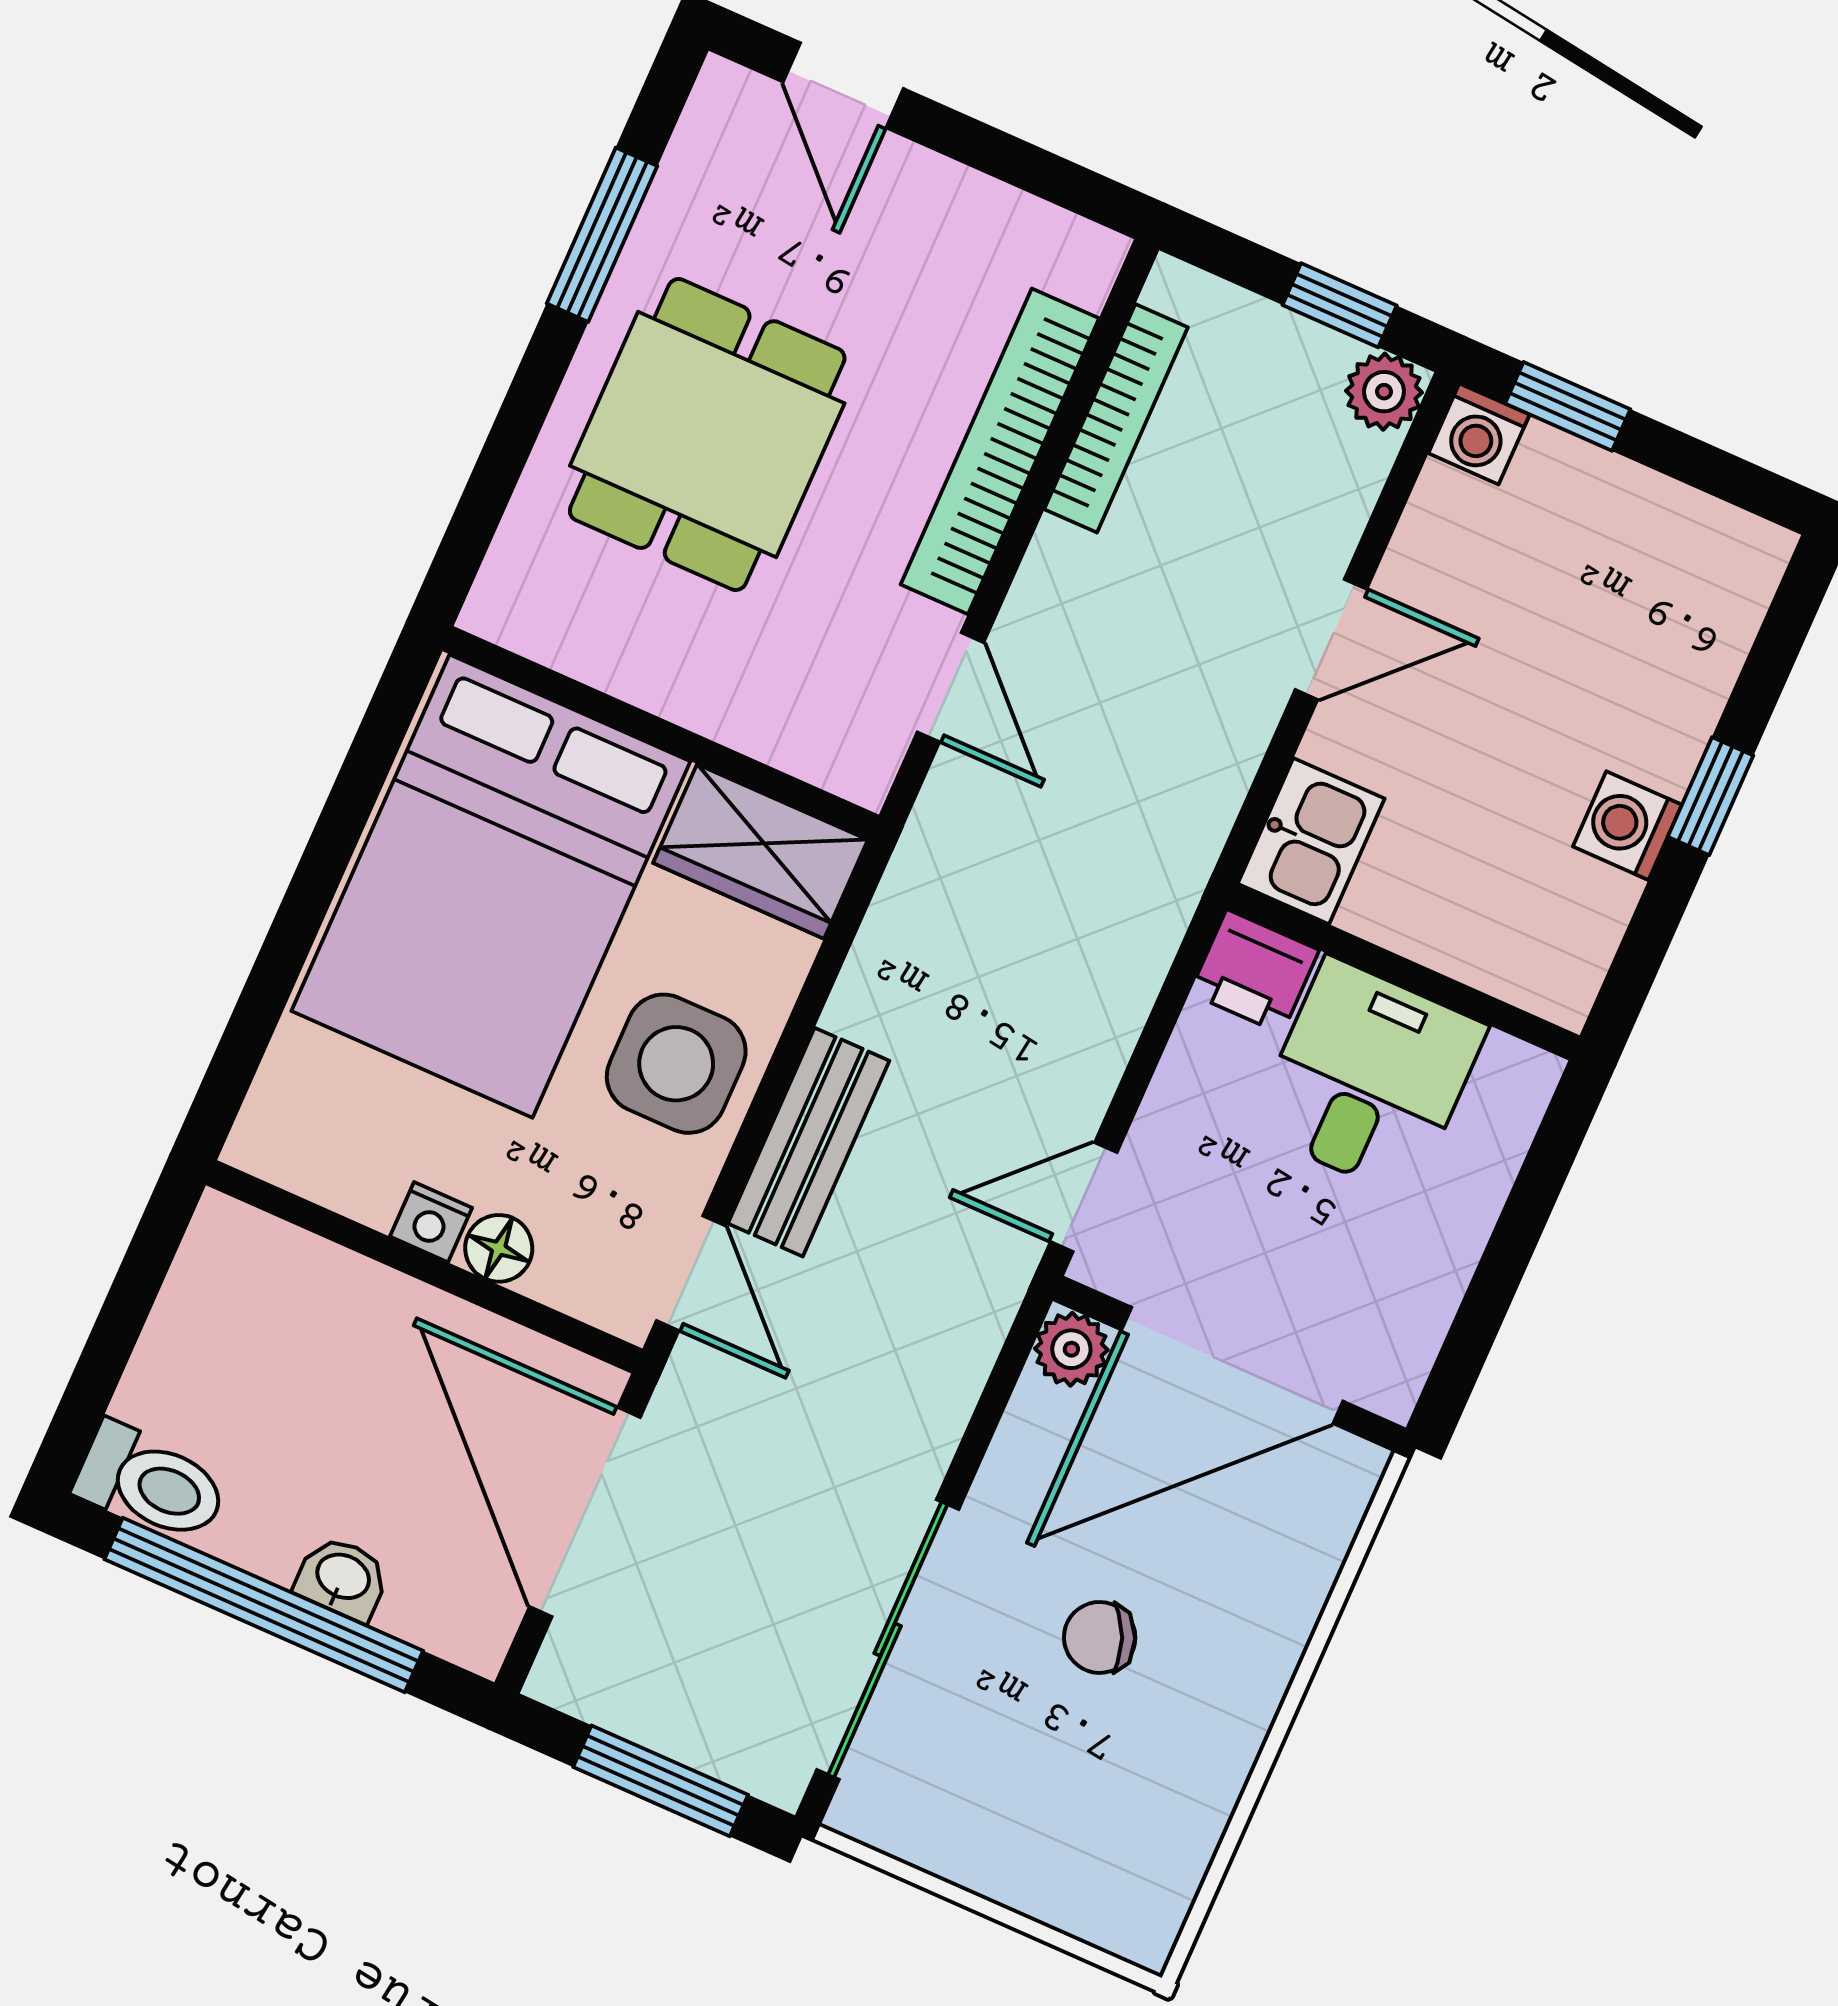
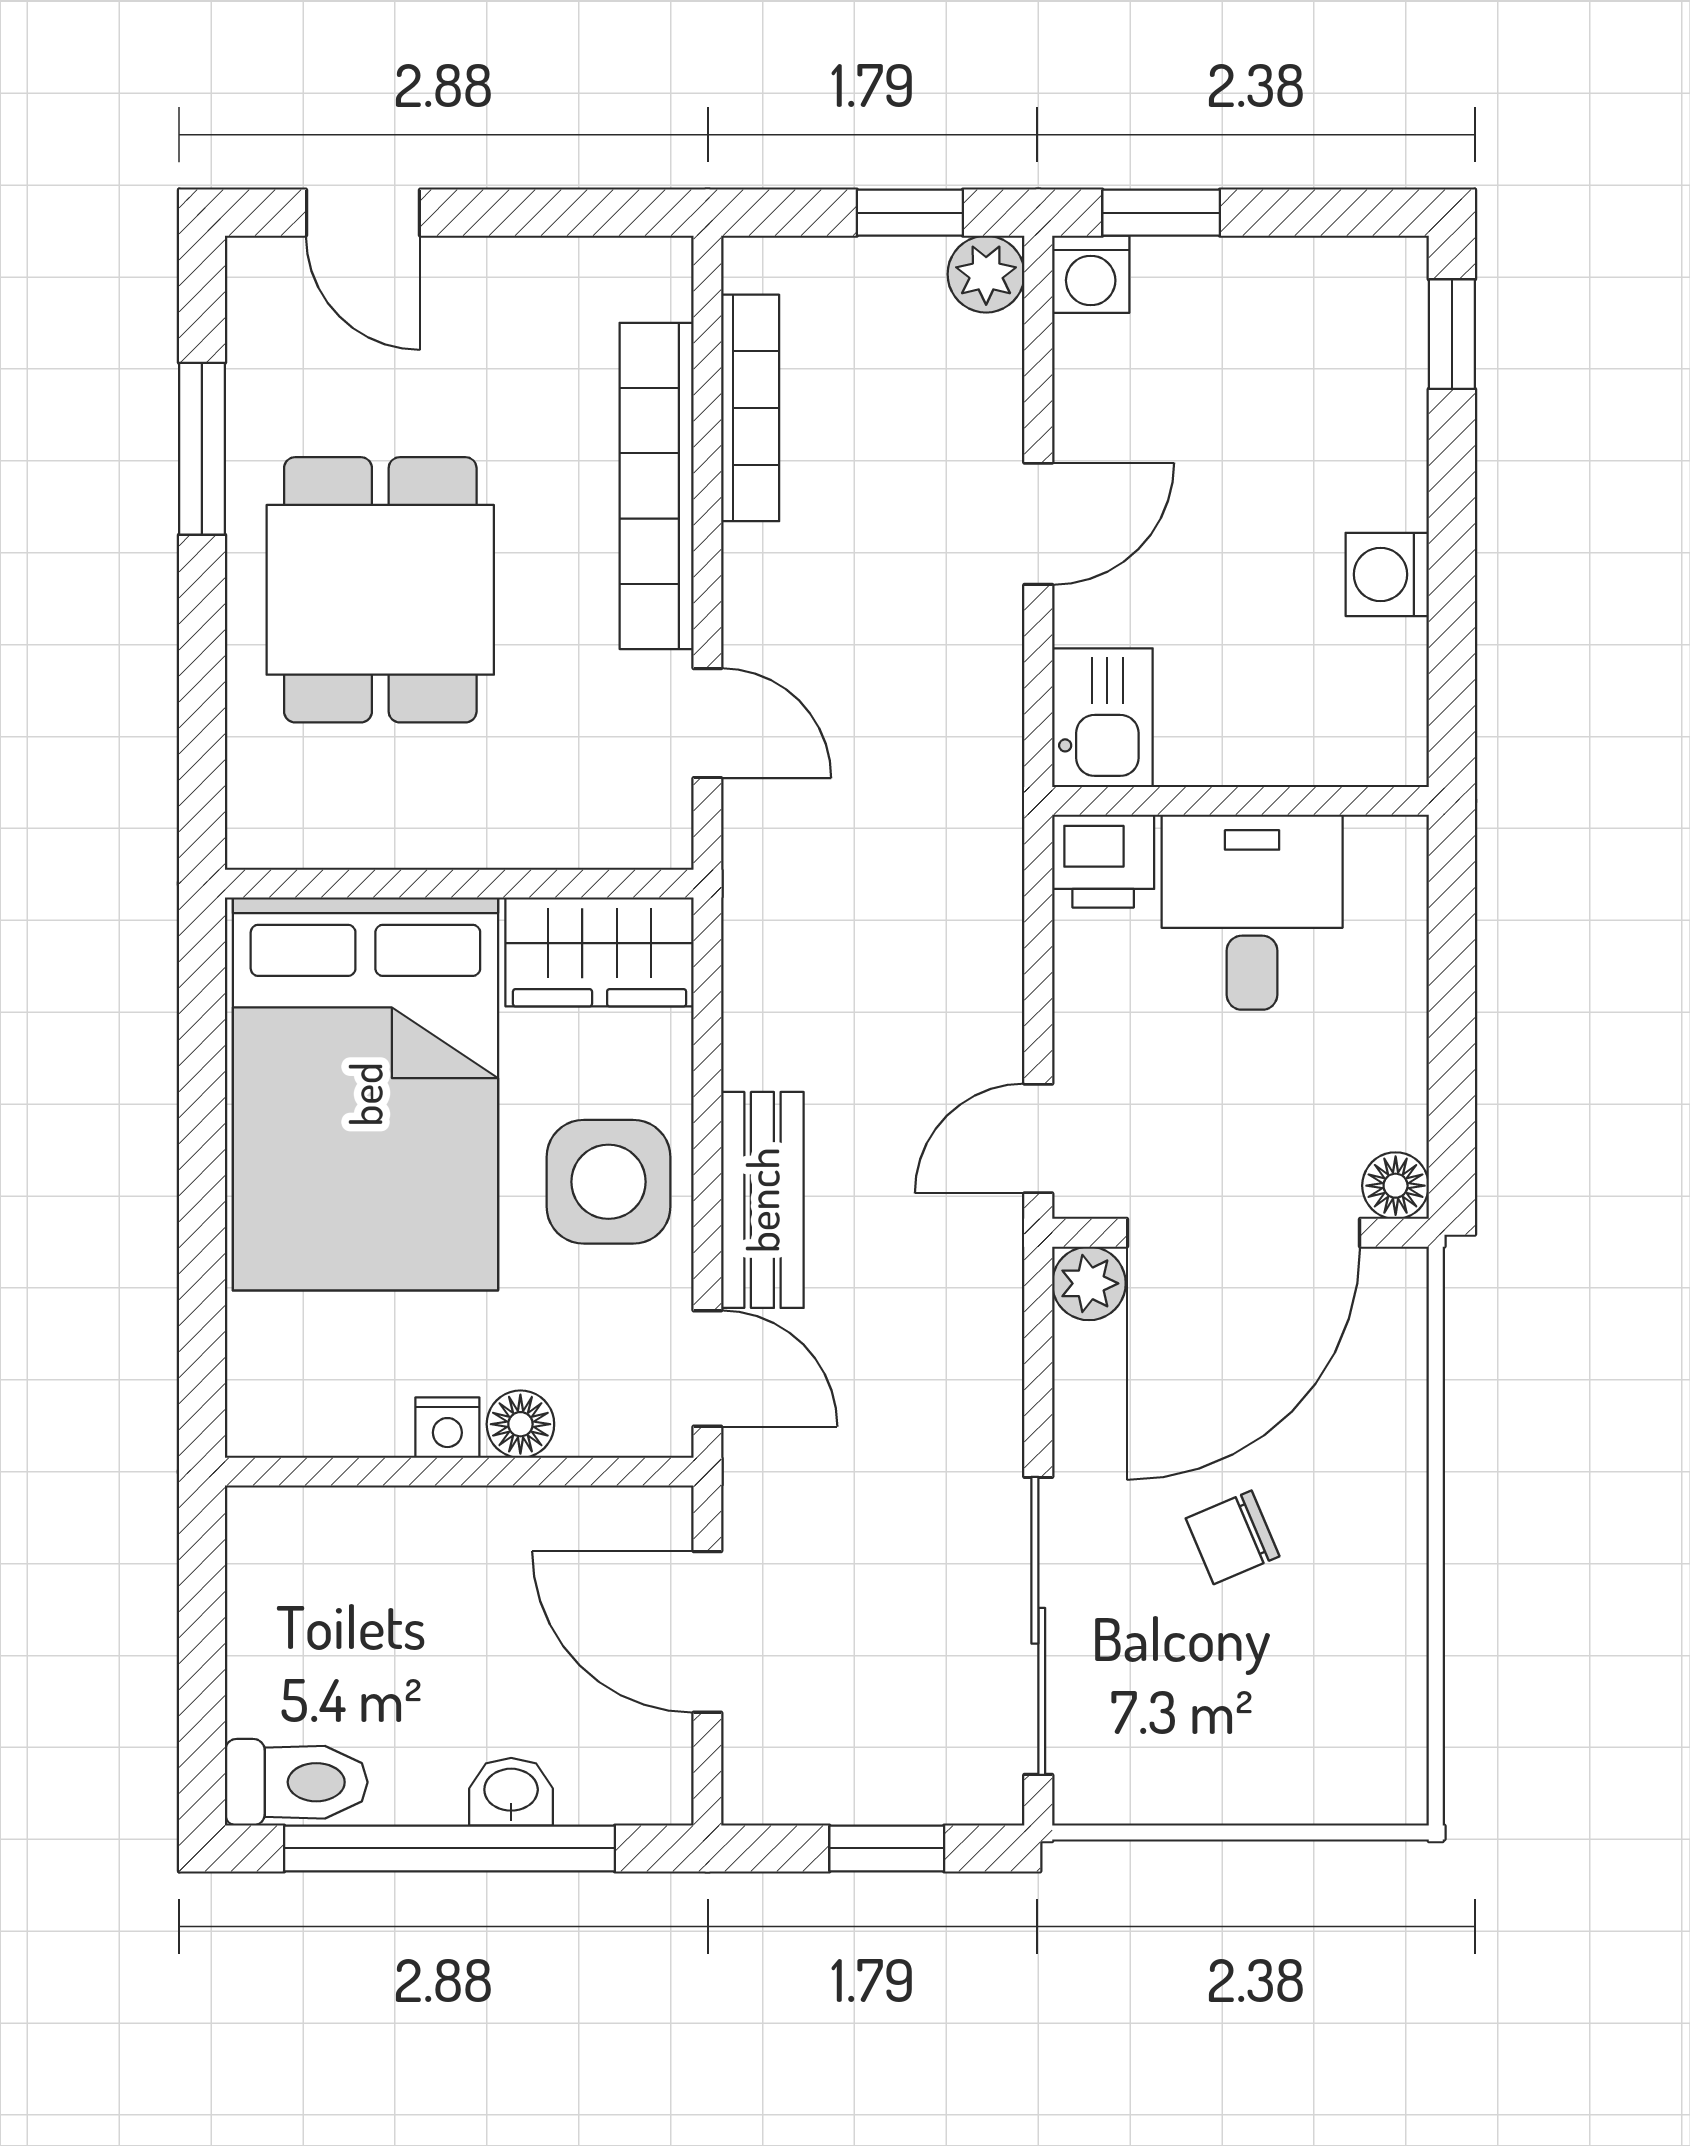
window: (1711, 796) -> (1452, 334), moved
floor lamp: (1389, 1384) -> (1396, 1186), added
door: (585, 1512) -> (707, 1632), width x0.73
window: (661, 1781) -> (887, 1848), width x0.67

